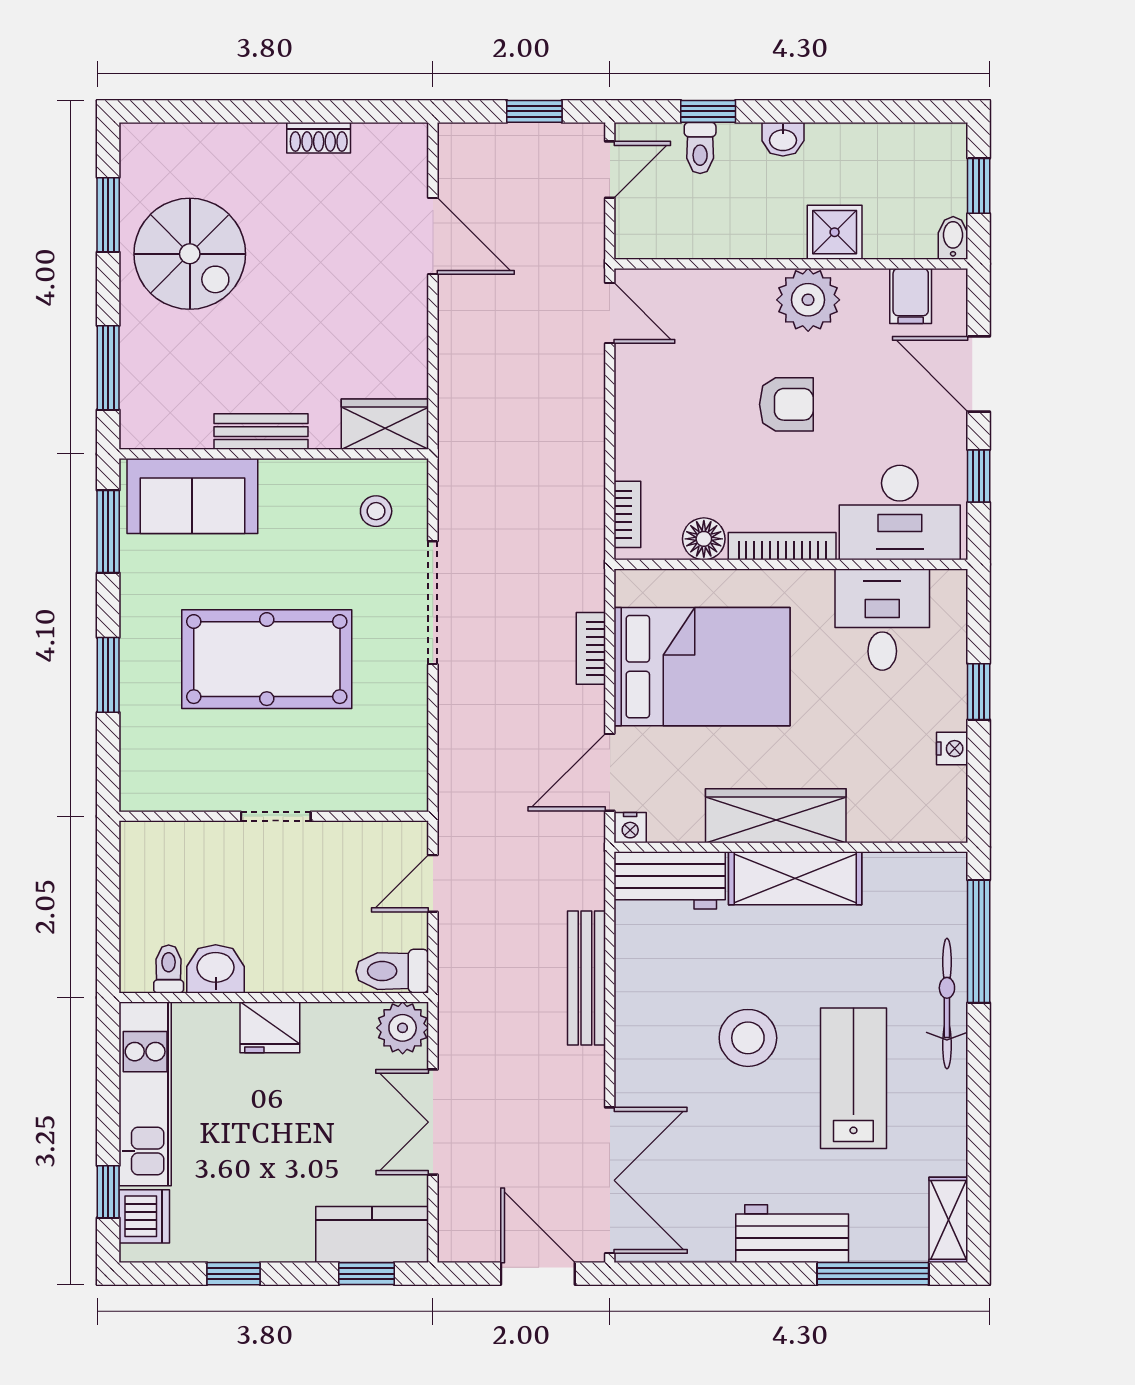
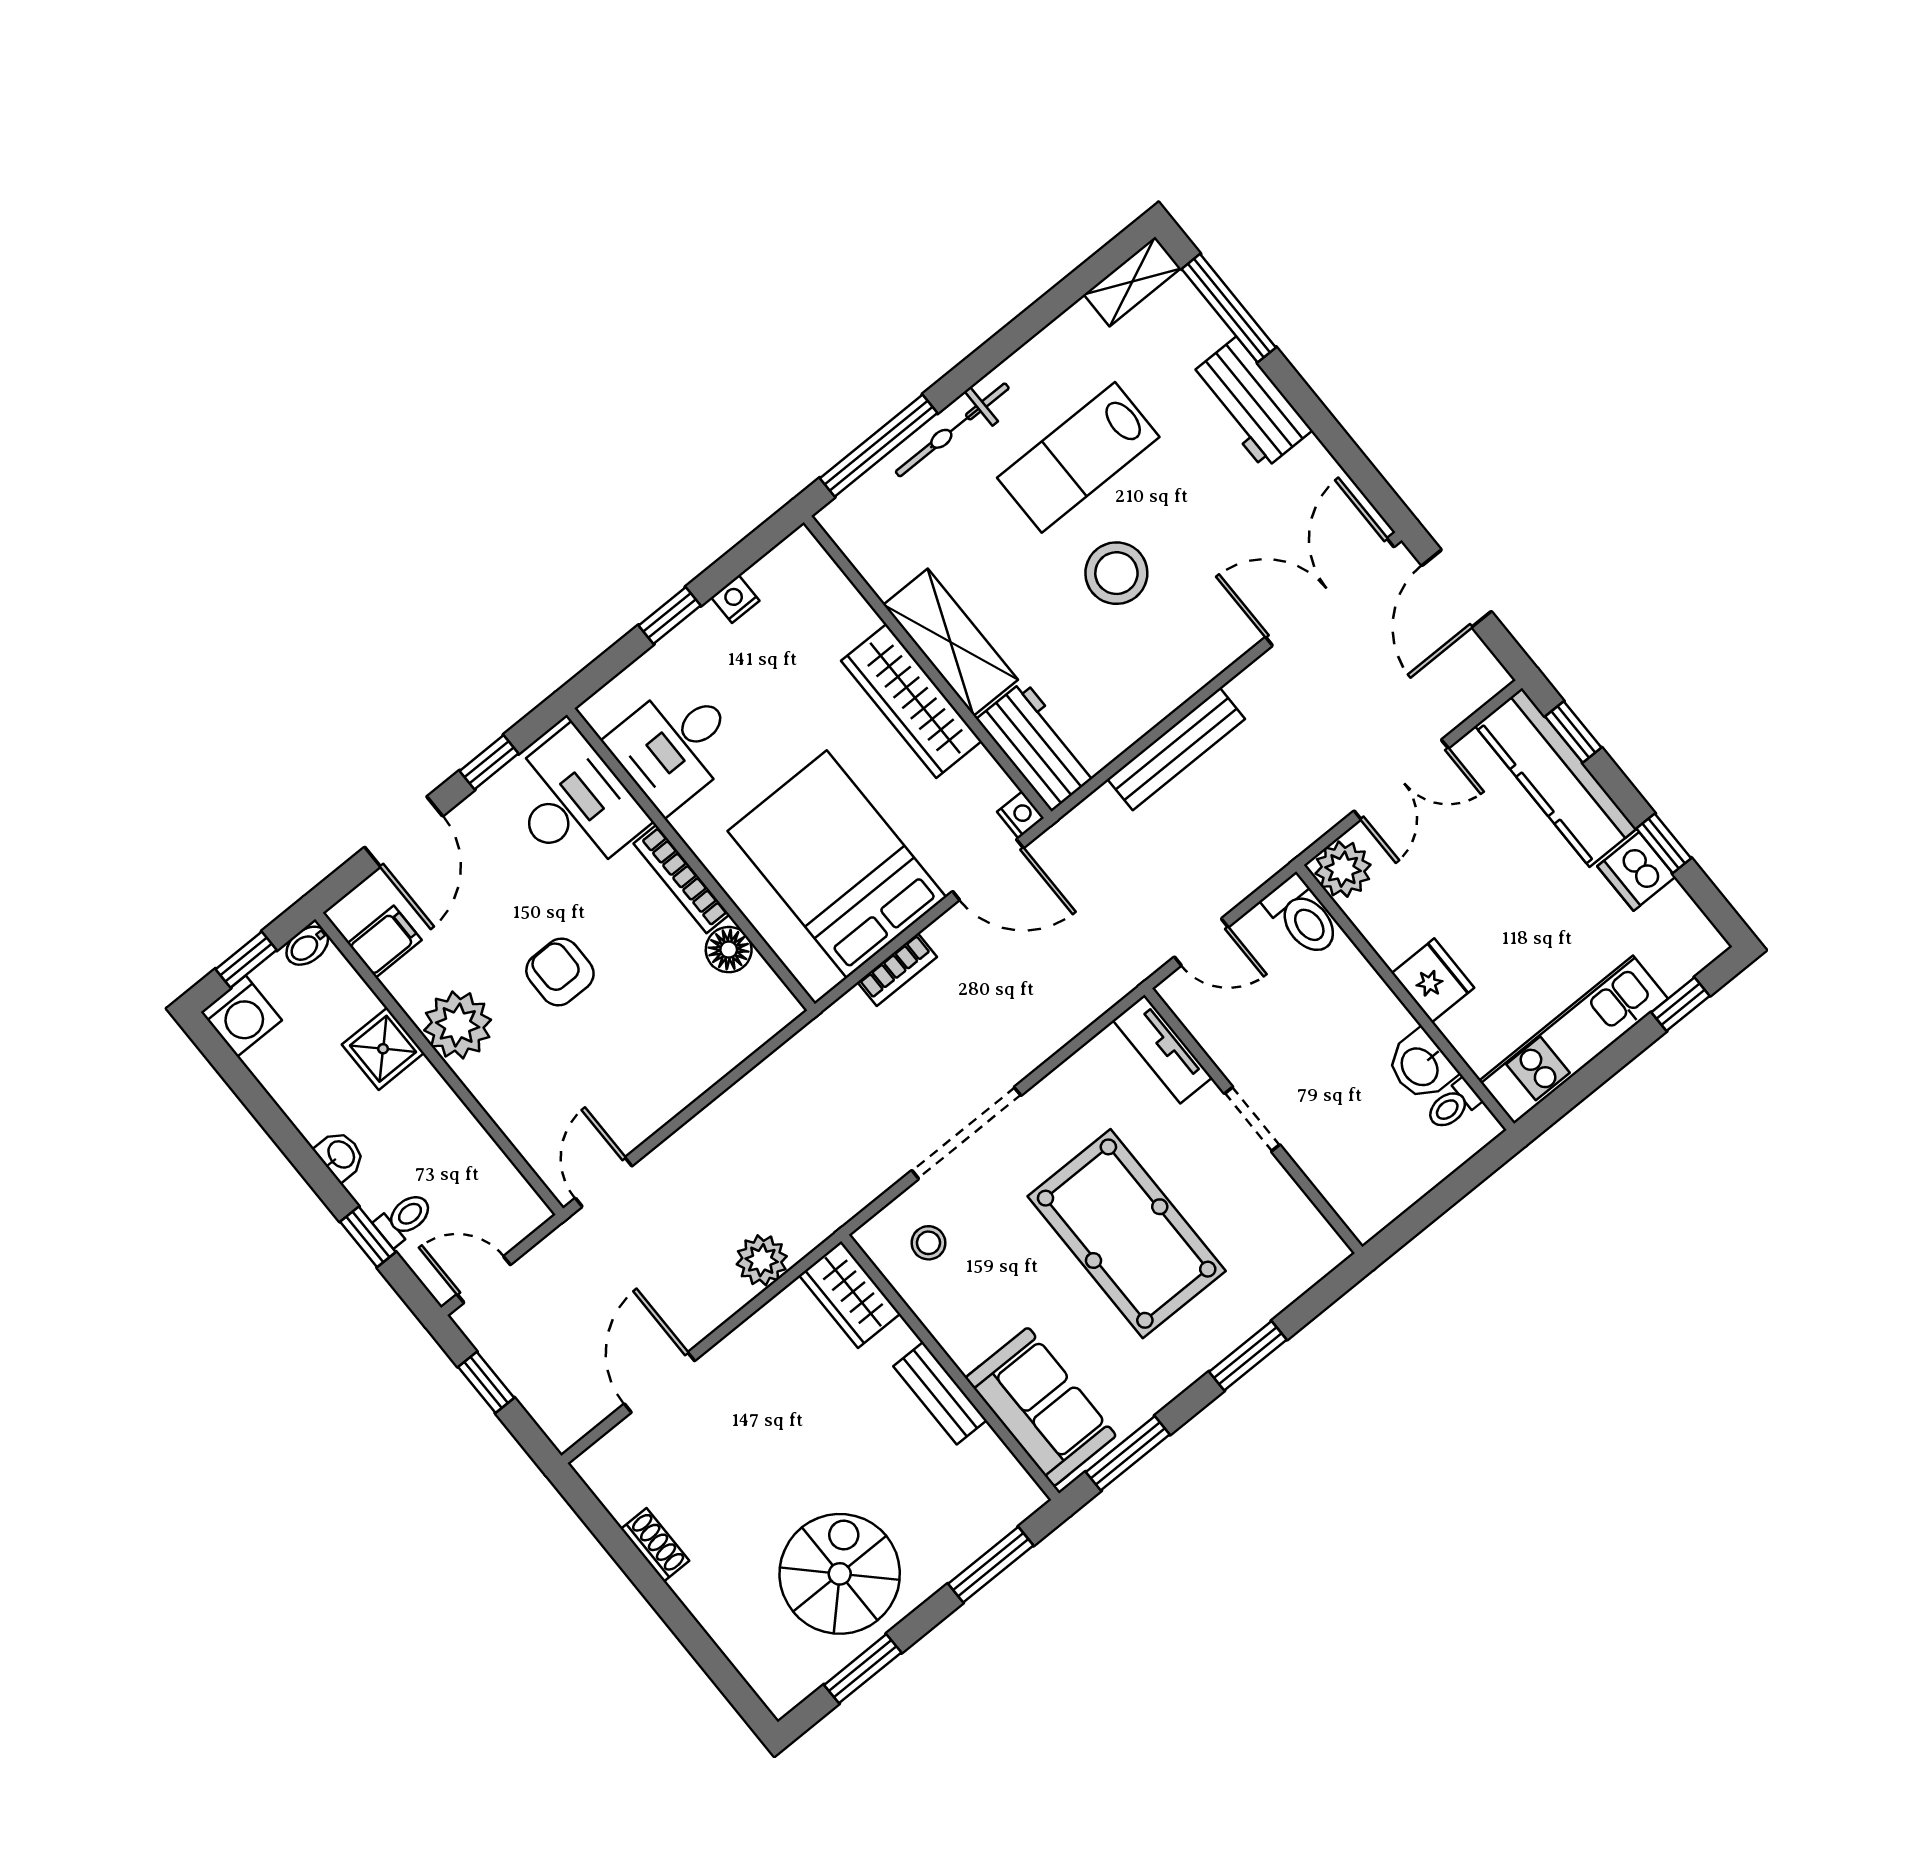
washing machine: (941, 149) -> (241, 1016), added
plant: (461, 381) -> (762, 1260), added
bookcase: (627, 514) -> (760, 1030), removed
tv unit: (379, 793) -> (1162, 1049), added
dishwasher: (144, 1216) -> (1636, 871), moved, turned -90
kitchen counter: (372, 1235) -> (1556, 777), width x1.50

